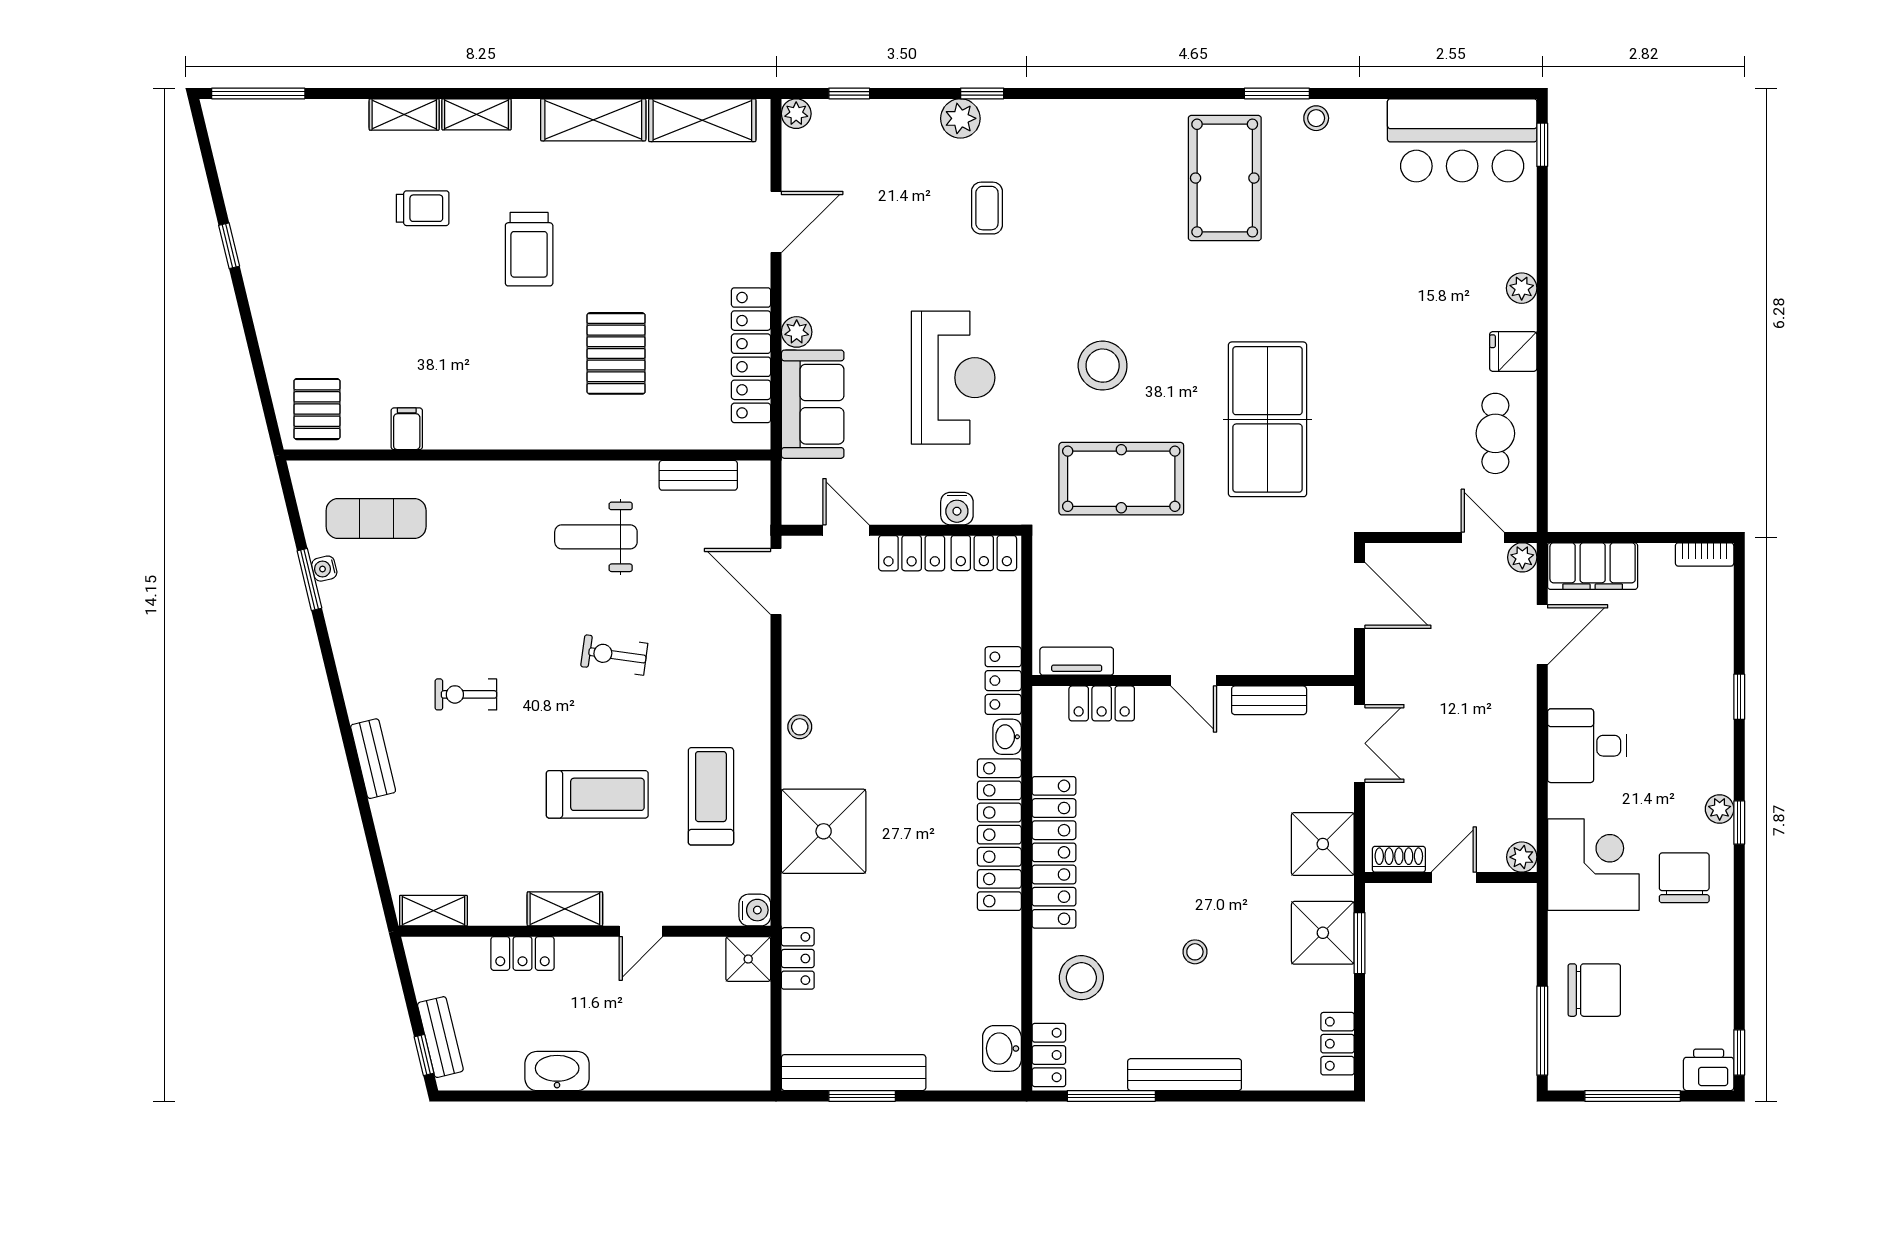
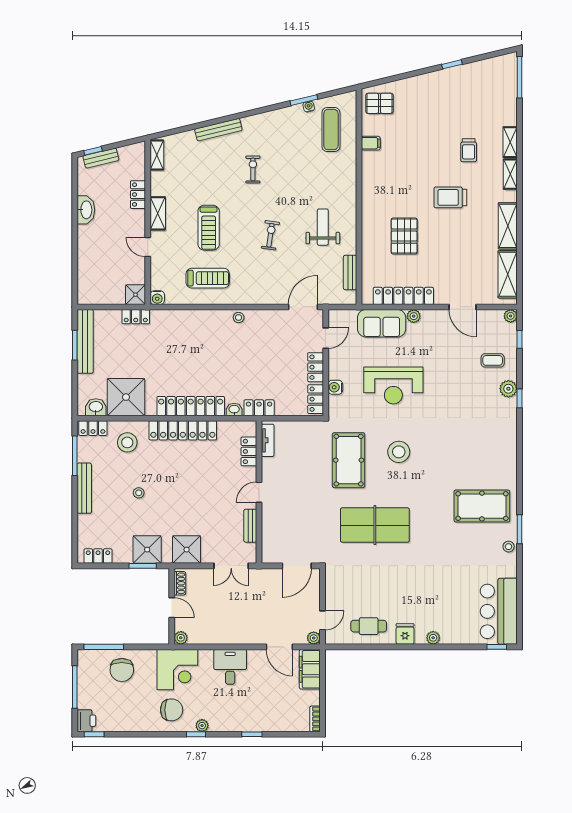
coffee table: (987, 208) -> (493, 360), moved
pallet: (616, 353) -> (404, 236), turned 90
bench: (373, 759) -> (218, 130), width x1.36
shower: (824, 831) -> (126, 397), moved

